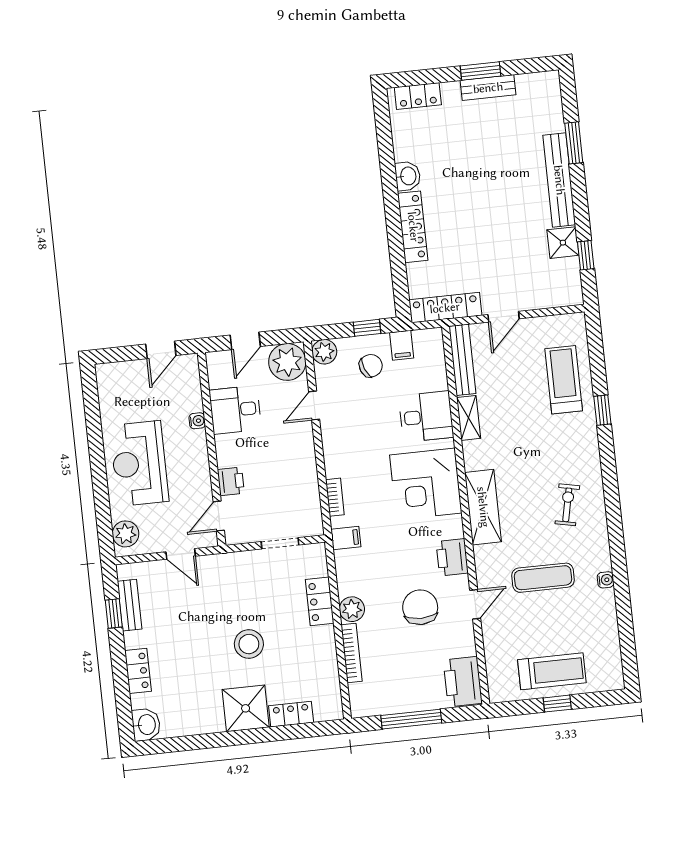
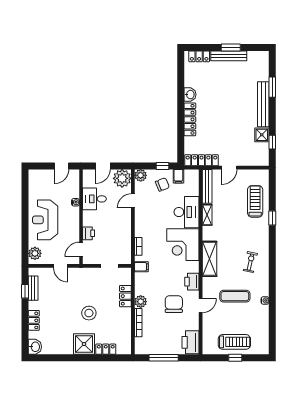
bench: (488, 88) -> (229, 56), width x1.36
desk: (426, 417) -> (187, 212), width x1.37

